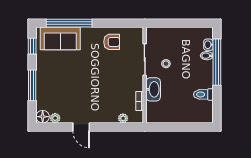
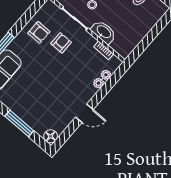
armchair: (112, 42) -> (39, 32), turned 90
armchair: (118, 65) -> (61, 43), added
plant: (55, 118) -> (98, 83), moved

